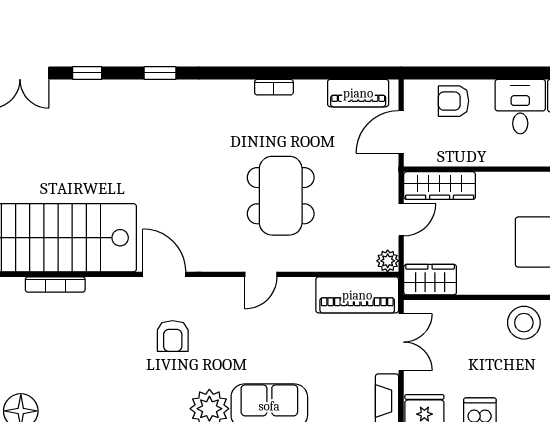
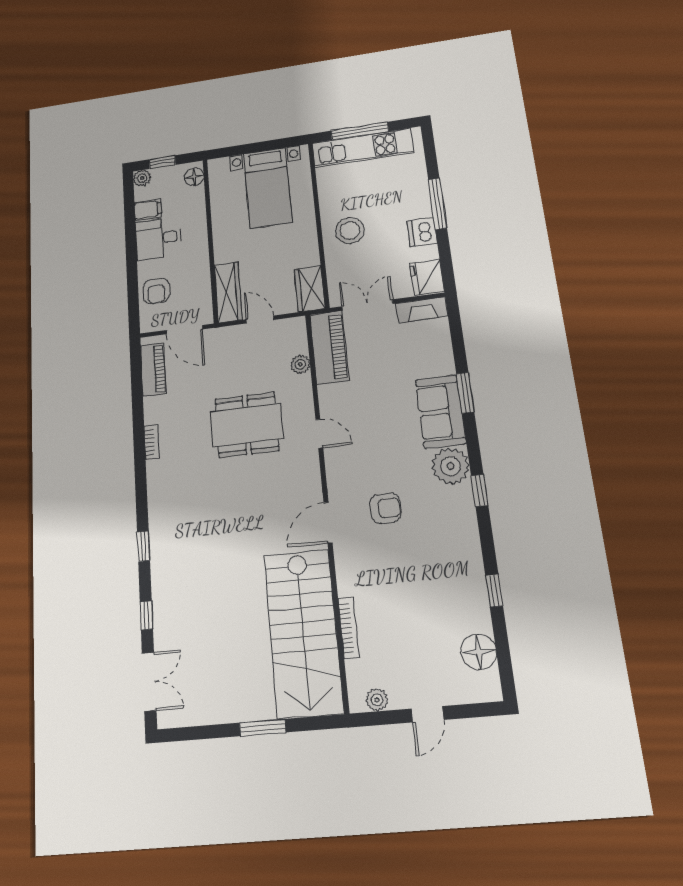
plant: (388, 261) -> (300, 364), moved
stool: (524, 323) -> (350, 230), moved

